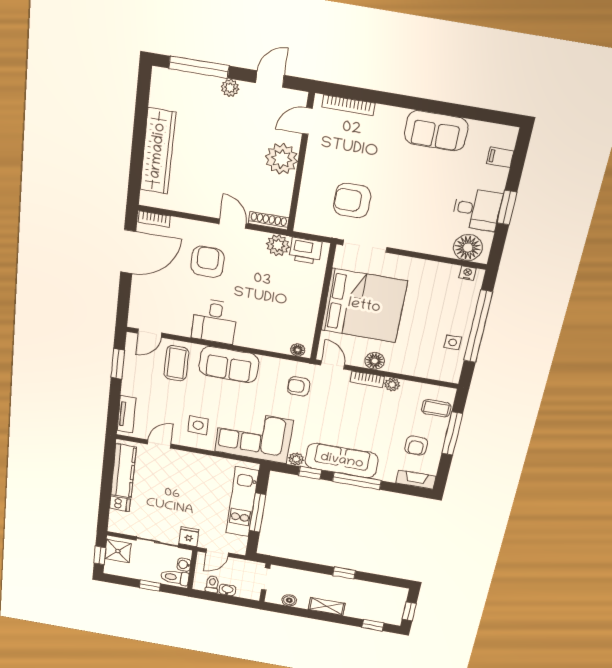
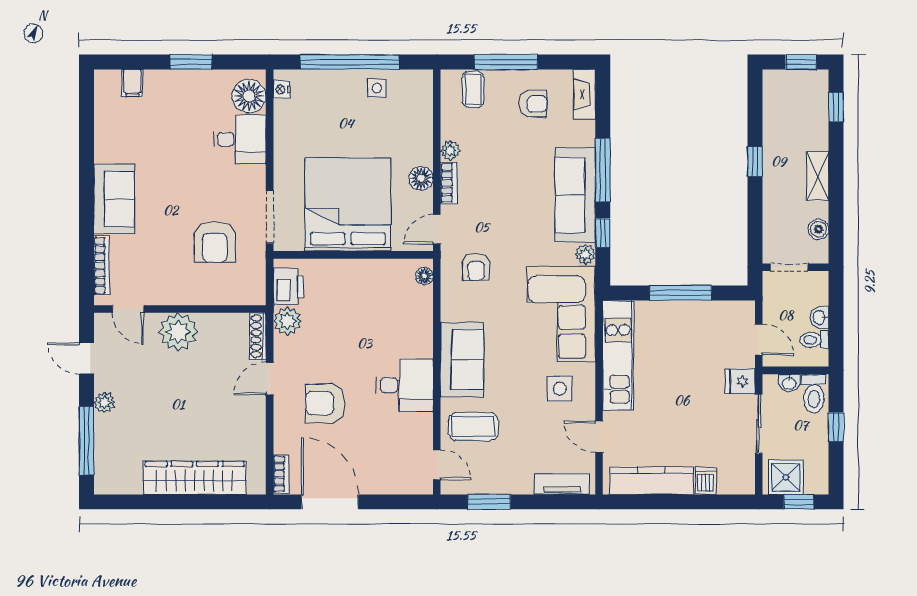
sofa: (436, 131) -> (114, 199), moved
desk: (477, 209) -> (240, 139), moved, turned 90
kitchen unit: (242, 502) -> (618, 355), moved, turned -90

